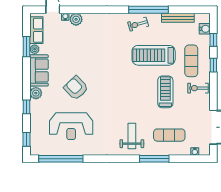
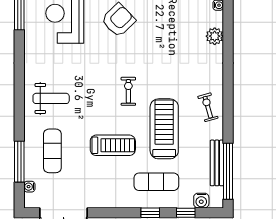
window: (149, 10) -> (228, 171), moved
plant: (76, 19) -> (215, 36), moved
exercise bike: (198, 88) -> (128, 91), moved
window: (154, 159) -> (19, 162), moved

